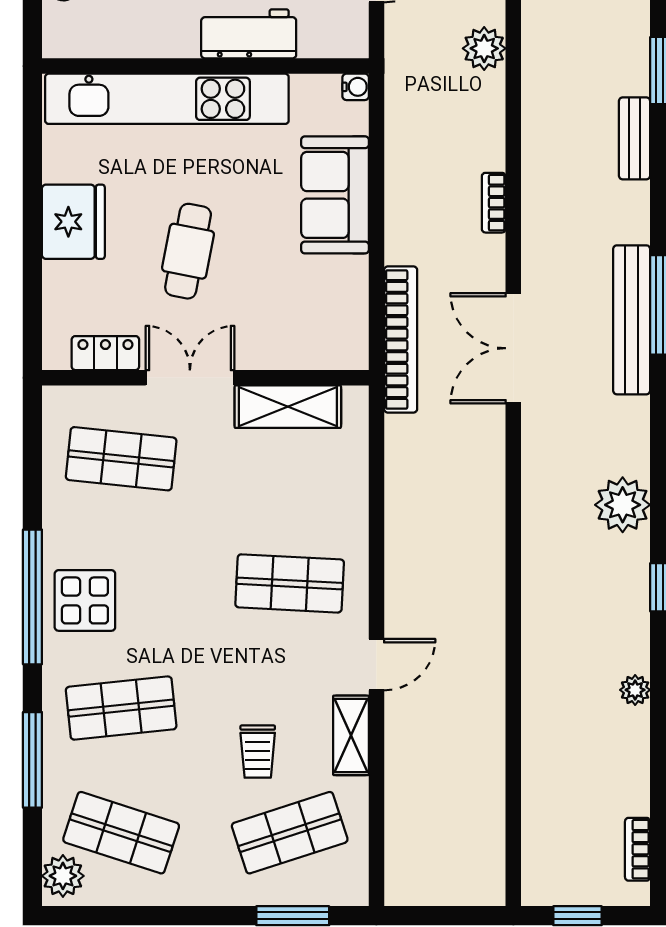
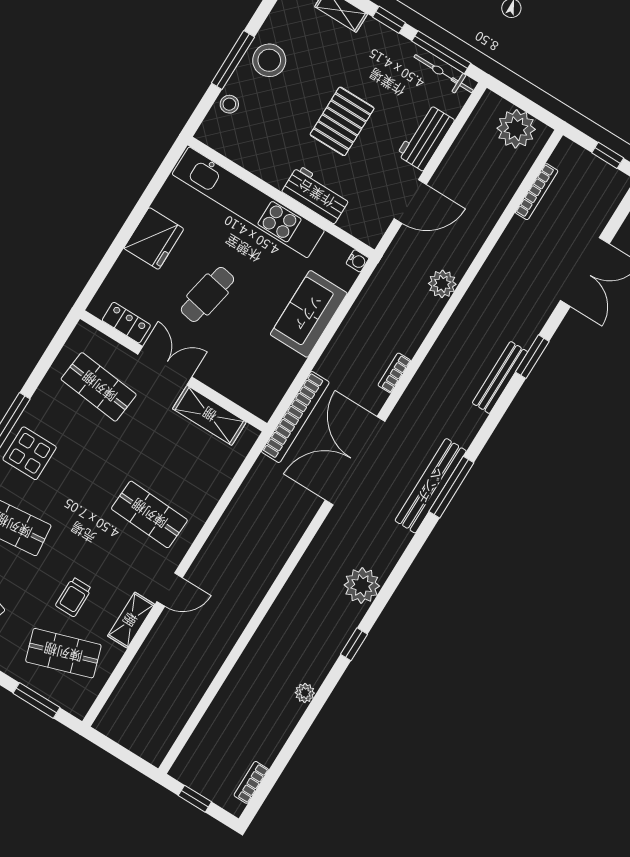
bench: (634, 138) -> (500, 377), width x1.36
double door: (513, 348) -> (355, 461), width x1.36

